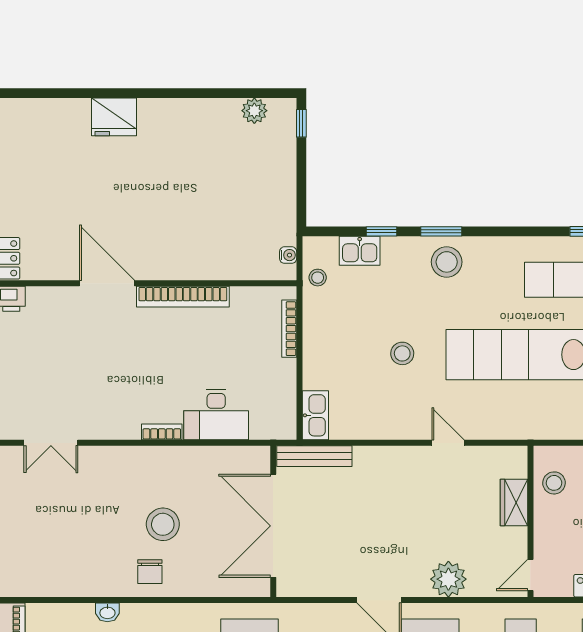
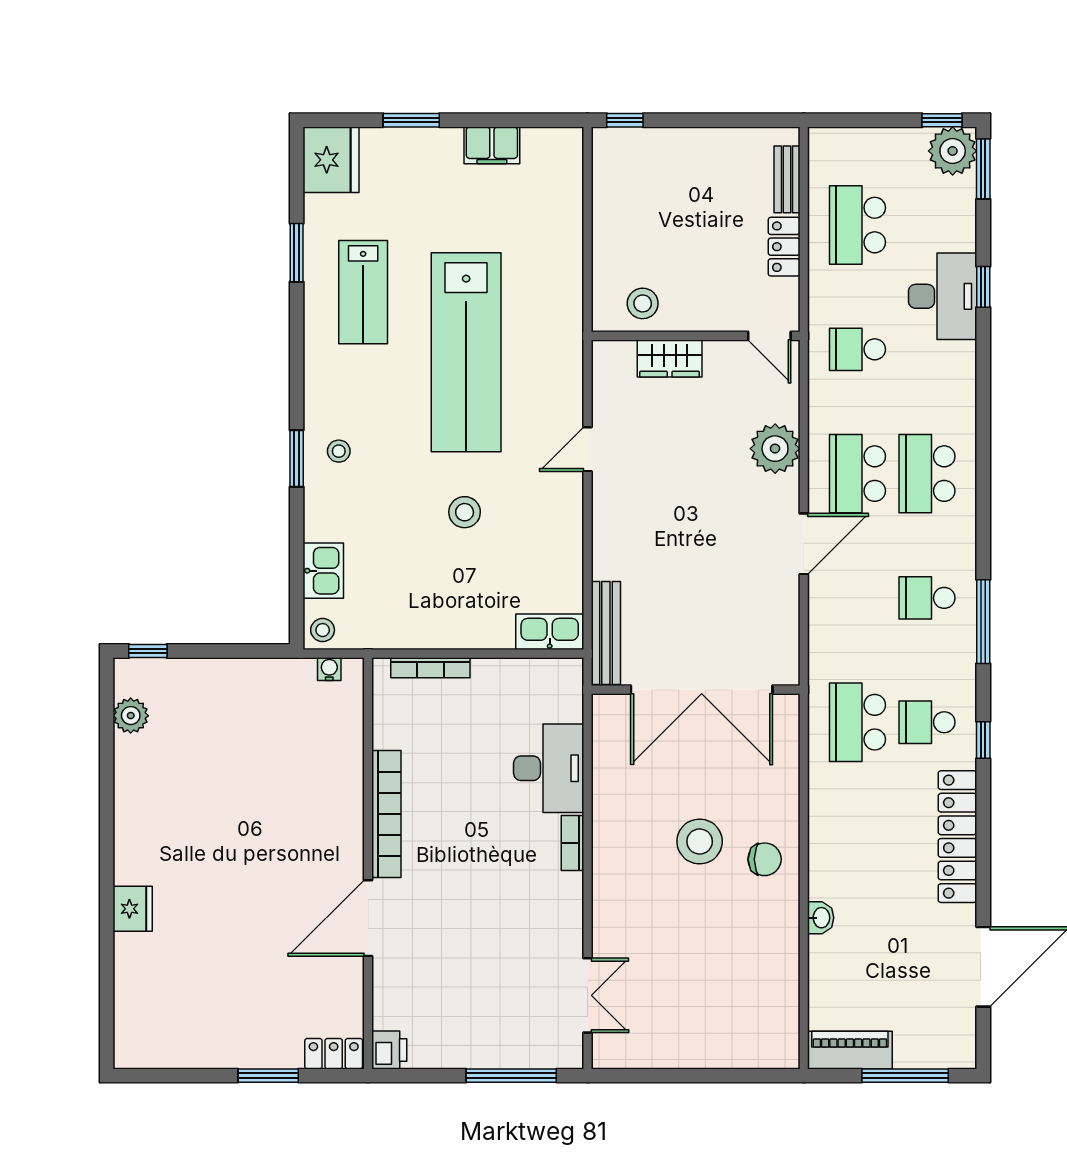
fridge: (114, 117) -> (133, 909), width x0.73, depth x0.75
window: (381, 231) -> (297, 541), removed
stool: (447, 262) -> (339, 451), width x0.53, depth x0.53
stool: (318, 278) -> (323, 630), moved

